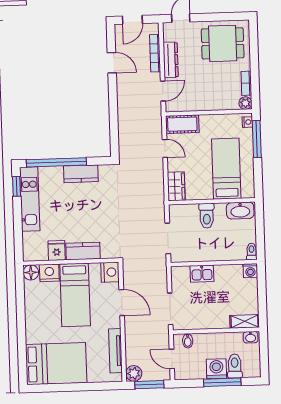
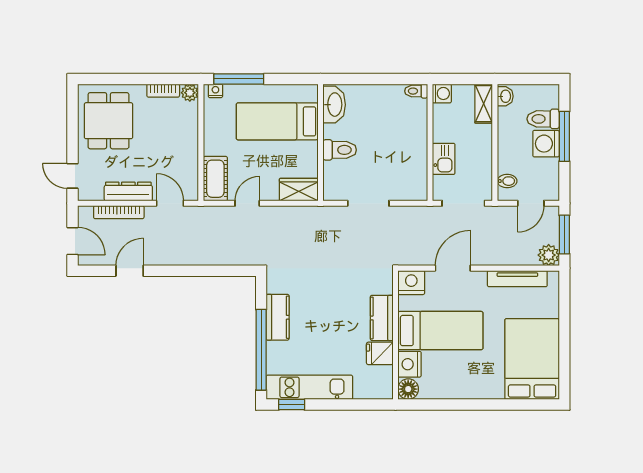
toilet: (252, 251) -> (416, 91), moved
wall: (214, 263) -> (430, 142), moved
washing machine: (250, 271) -> (442, 93), moved
kitchen sink: (202, 274) -> (444, 159), moved

